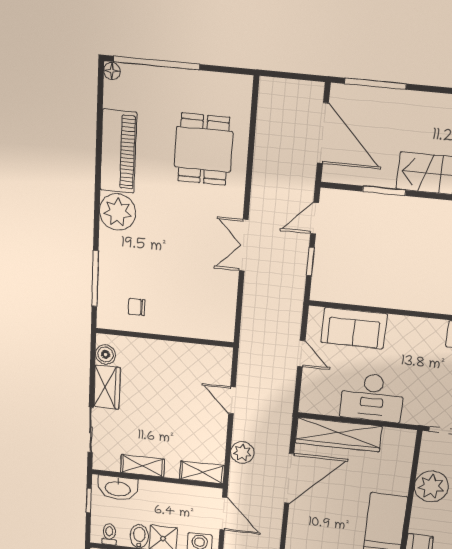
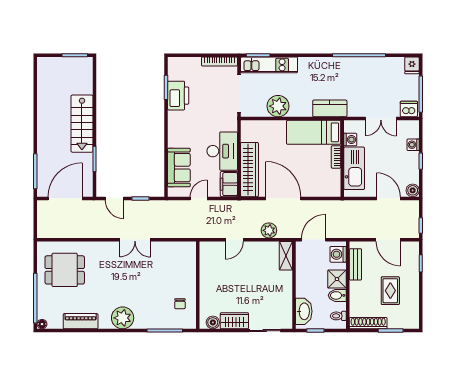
dining table: (204, 149) -> (65, 270), moved
piano: (118, 151) -> (81, 321), width x0.73, depth x0.75
filing cabinet: (319, 402) -> (229, 184), added
shelving: (142, 466) -> (286, 295), removed

